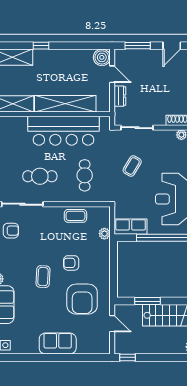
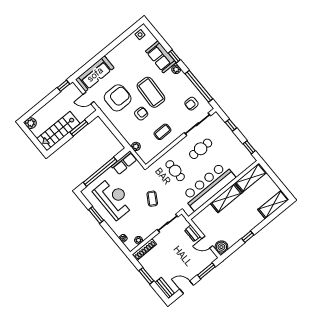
window: (41, 46) -> (248, 237), moved
door: (172, 46) -> (187, 287), hinge flipped
shelving: (65, 104) -> (226, 198), width x0.68
coffee table: (75, 216) -> (162, 132), moved
coffee table: (43, 277) -> (151, 92), width x1.86, depth x1.72
armchair: (82, 299) -> (118, 98), turned 90
sofa: (58, 343) -> (95, 74), moved, width x1.36

